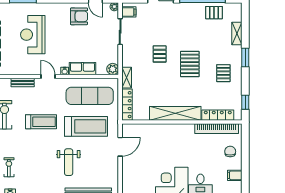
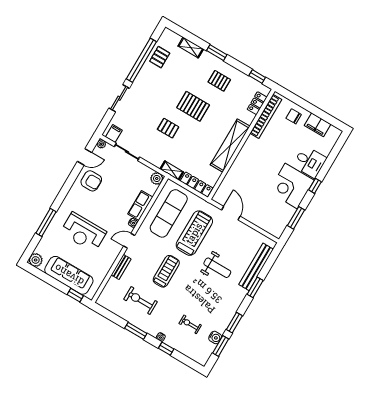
armchair: (79, 16) -> (91, 181), turned 90
locker: (218, 115) -> (257, 103), width x0.66
filing cabinet: (235, 175) -> (318, 125), width x2.00

